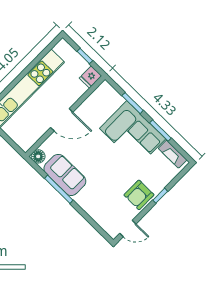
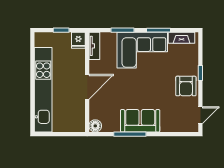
tv unit: (99, 94) -> (94, 46), added
sofa: (65, 175) -> (140, 121), moved

